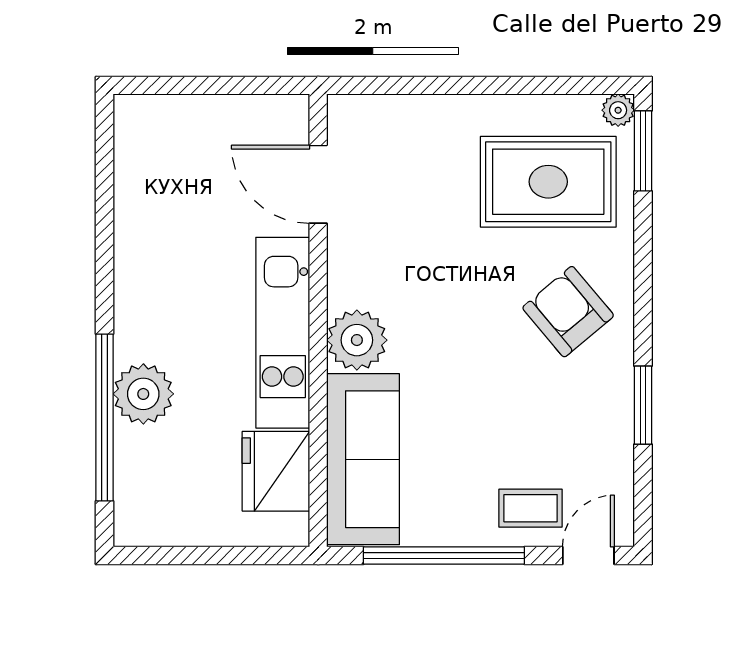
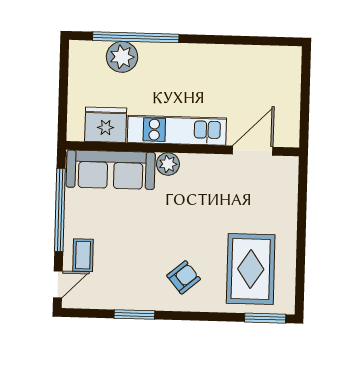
plant: (618, 110) -> (286, 306), removed
armchair: (568, 312) -> (184, 277), width x0.72, depth x0.72
plant: (357, 340) -> (168, 164), width x0.73, depth x0.73
plant: (143, 394) -> (122, 57), moved
door: (588, 555) -> (58, 284), hinge flipped

